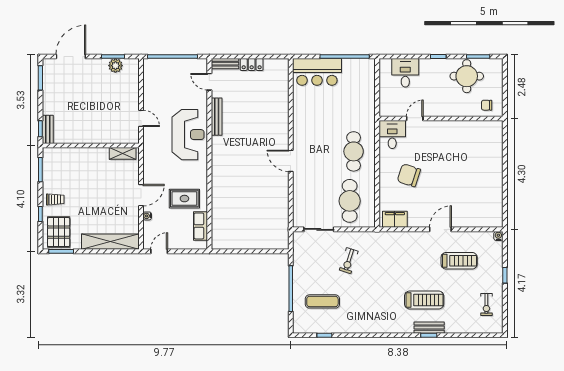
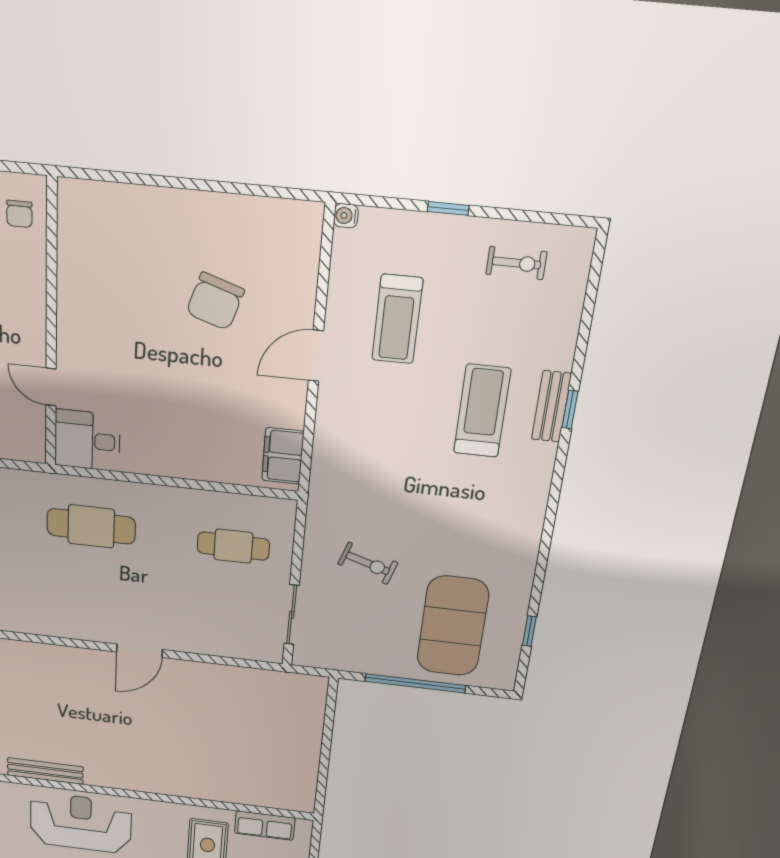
cafe table: (354, 151) -> (91, 526), moved
chair: (409, 175) -> (215, 301), moved
cafe table: (350, 201) -> (233, 546), width x0.73, depth x0.74
door: (440, 229) -> (316, 356), hinge flipped
treadmill: (459, 261) -> (397, 319), turned 180
exercise mat: (322, 301) -> (453, 626), width x2.00, depth x1.45

